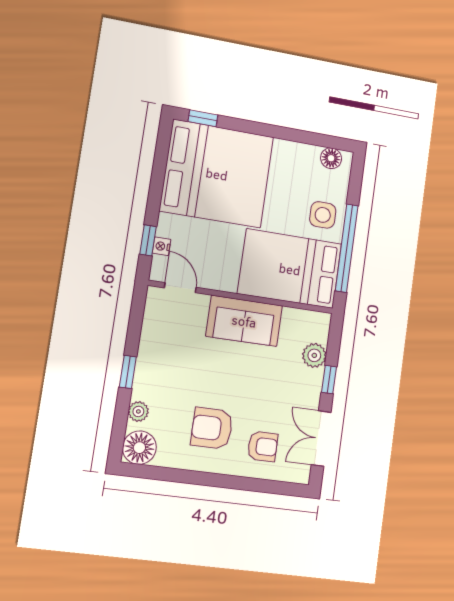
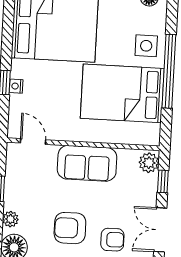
door: (180, 288) -> (33, 141), moved
wall: (242, 297) -> (83, 144), moved
sofa: (244, 321) -> (87, 163), moved

